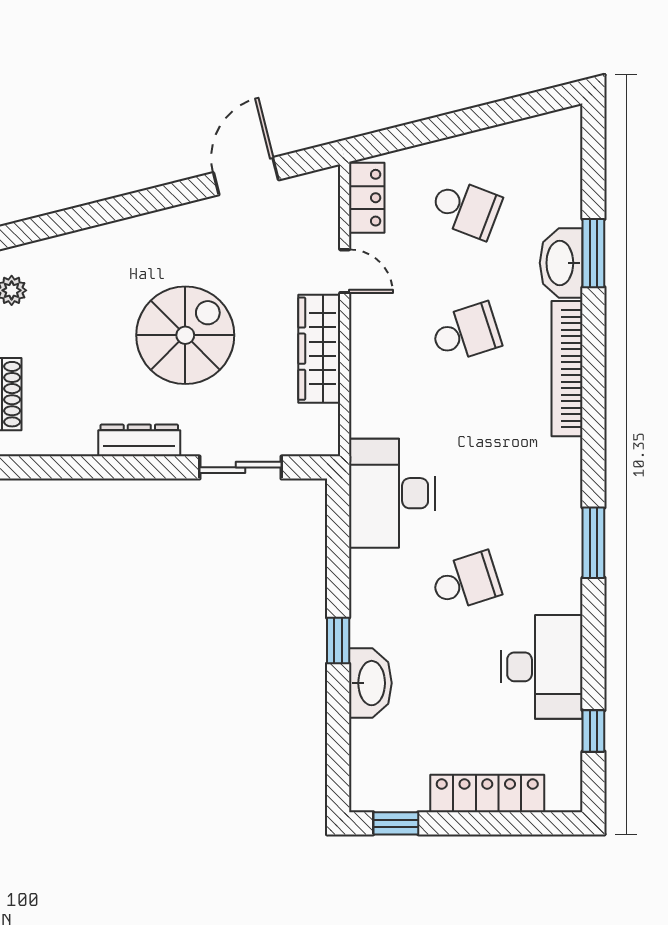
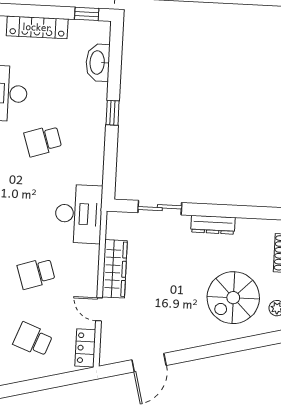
spiral stairs: (185, 335) -> (233, 298), moved
desk: (392, 493) -> (79, 214), moved
washbasin: (370, 683) -> (98, 63), moved

